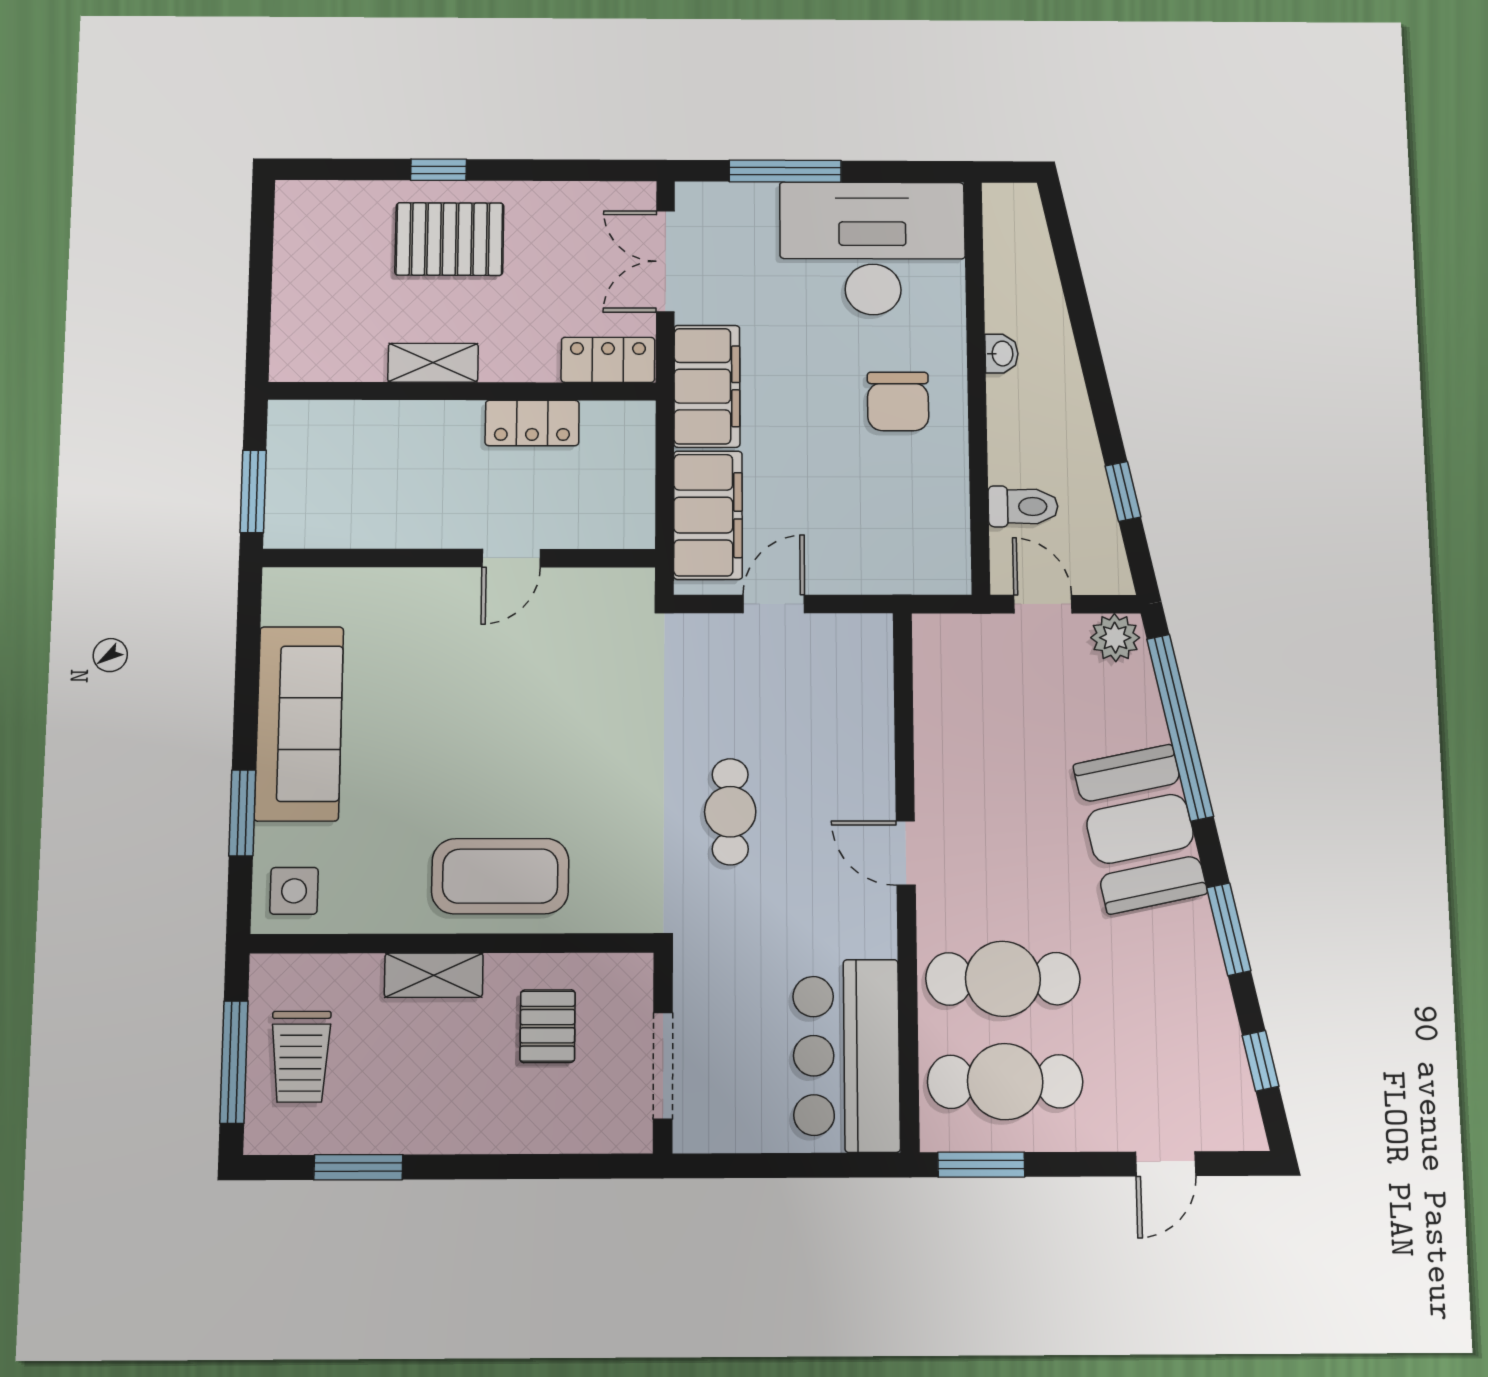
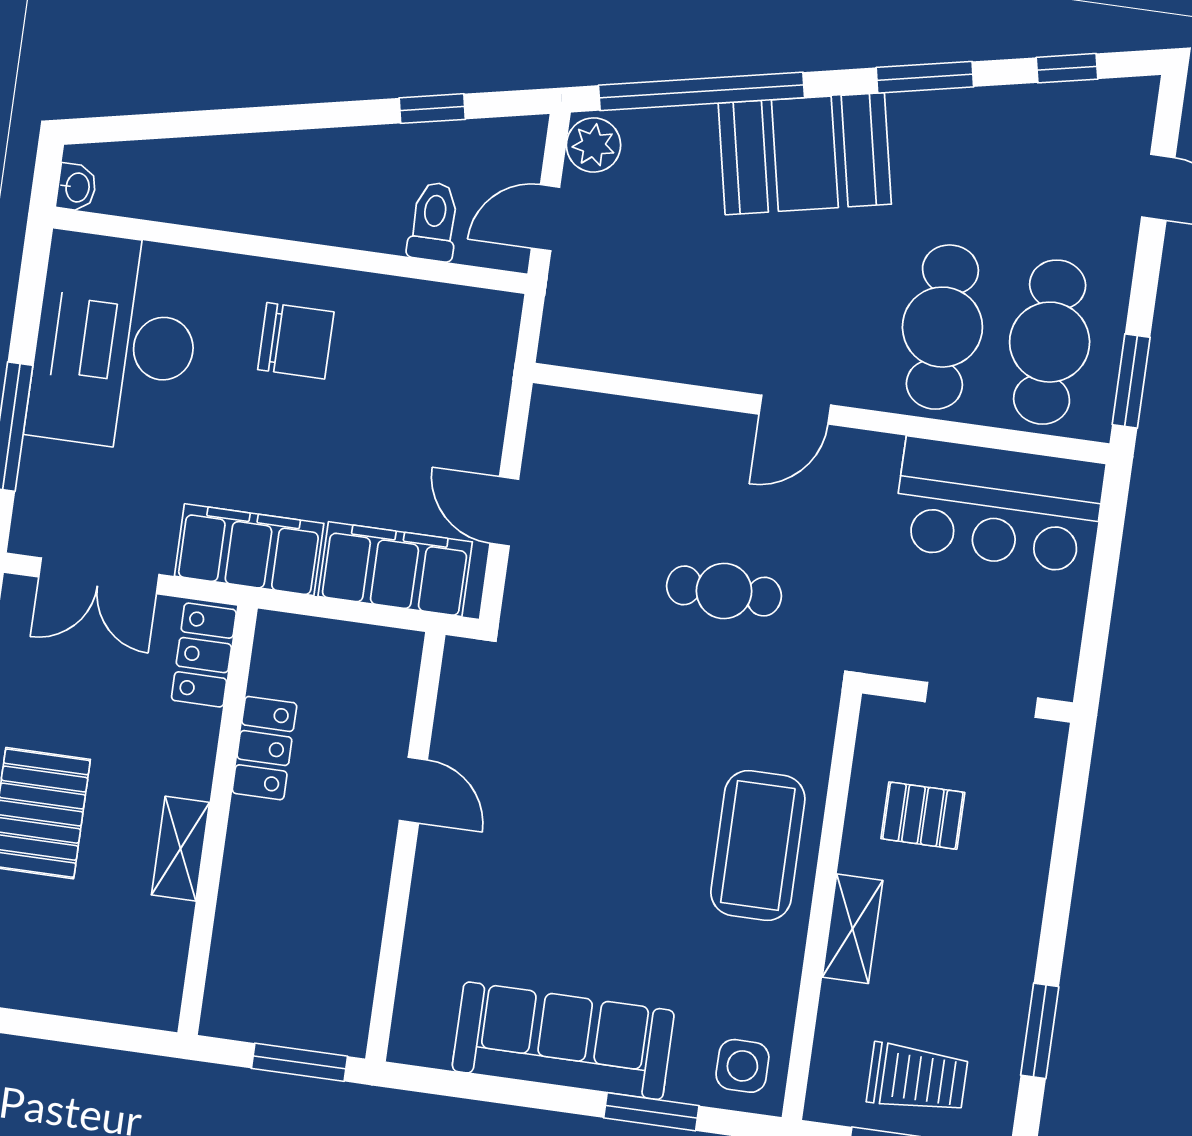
washbasin: (1002, 354) -> (76, 187), moved, turned 90

